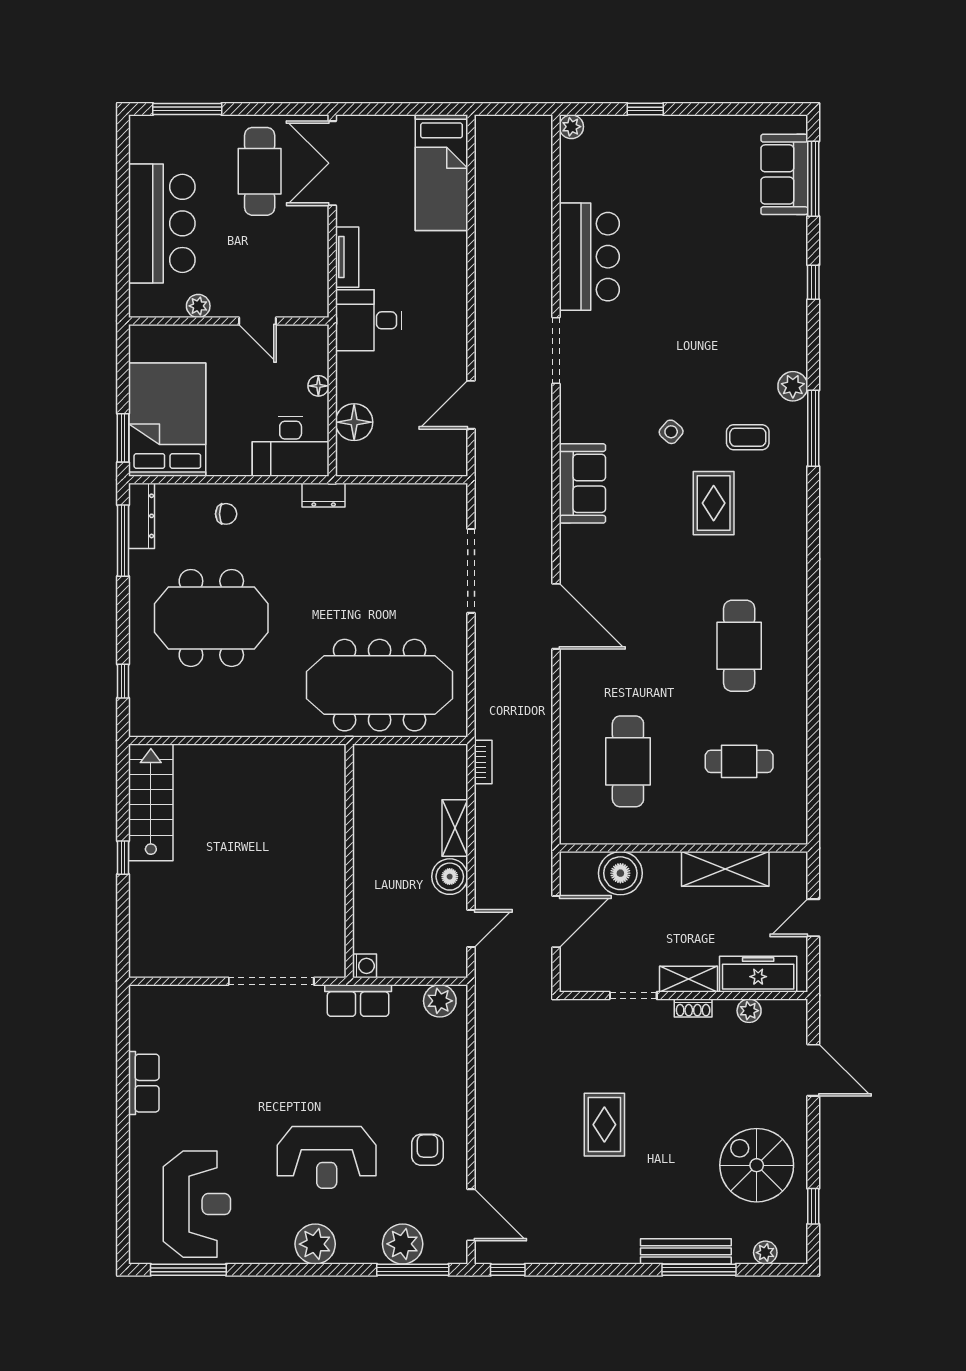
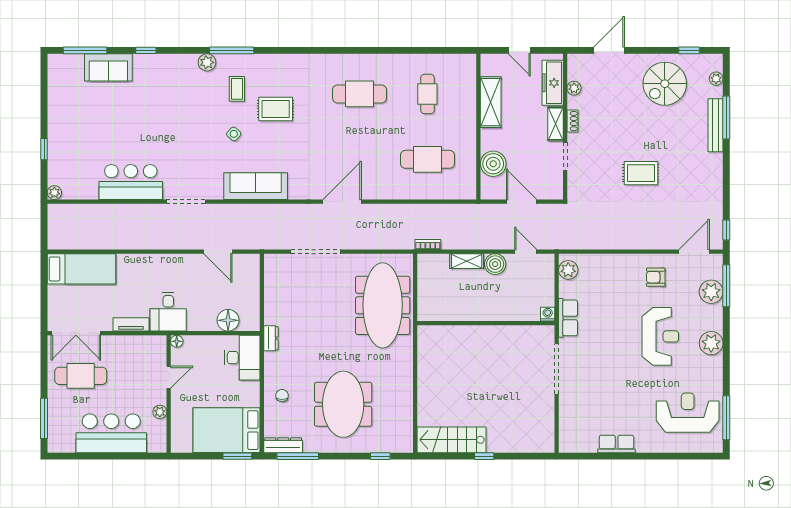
sofa: (784, 174) -> (108, 67), moved
floor lamp: (318, 386) -> (177, 341), moved
sofa: (582, 483) -> (256, 186), width x1.36

